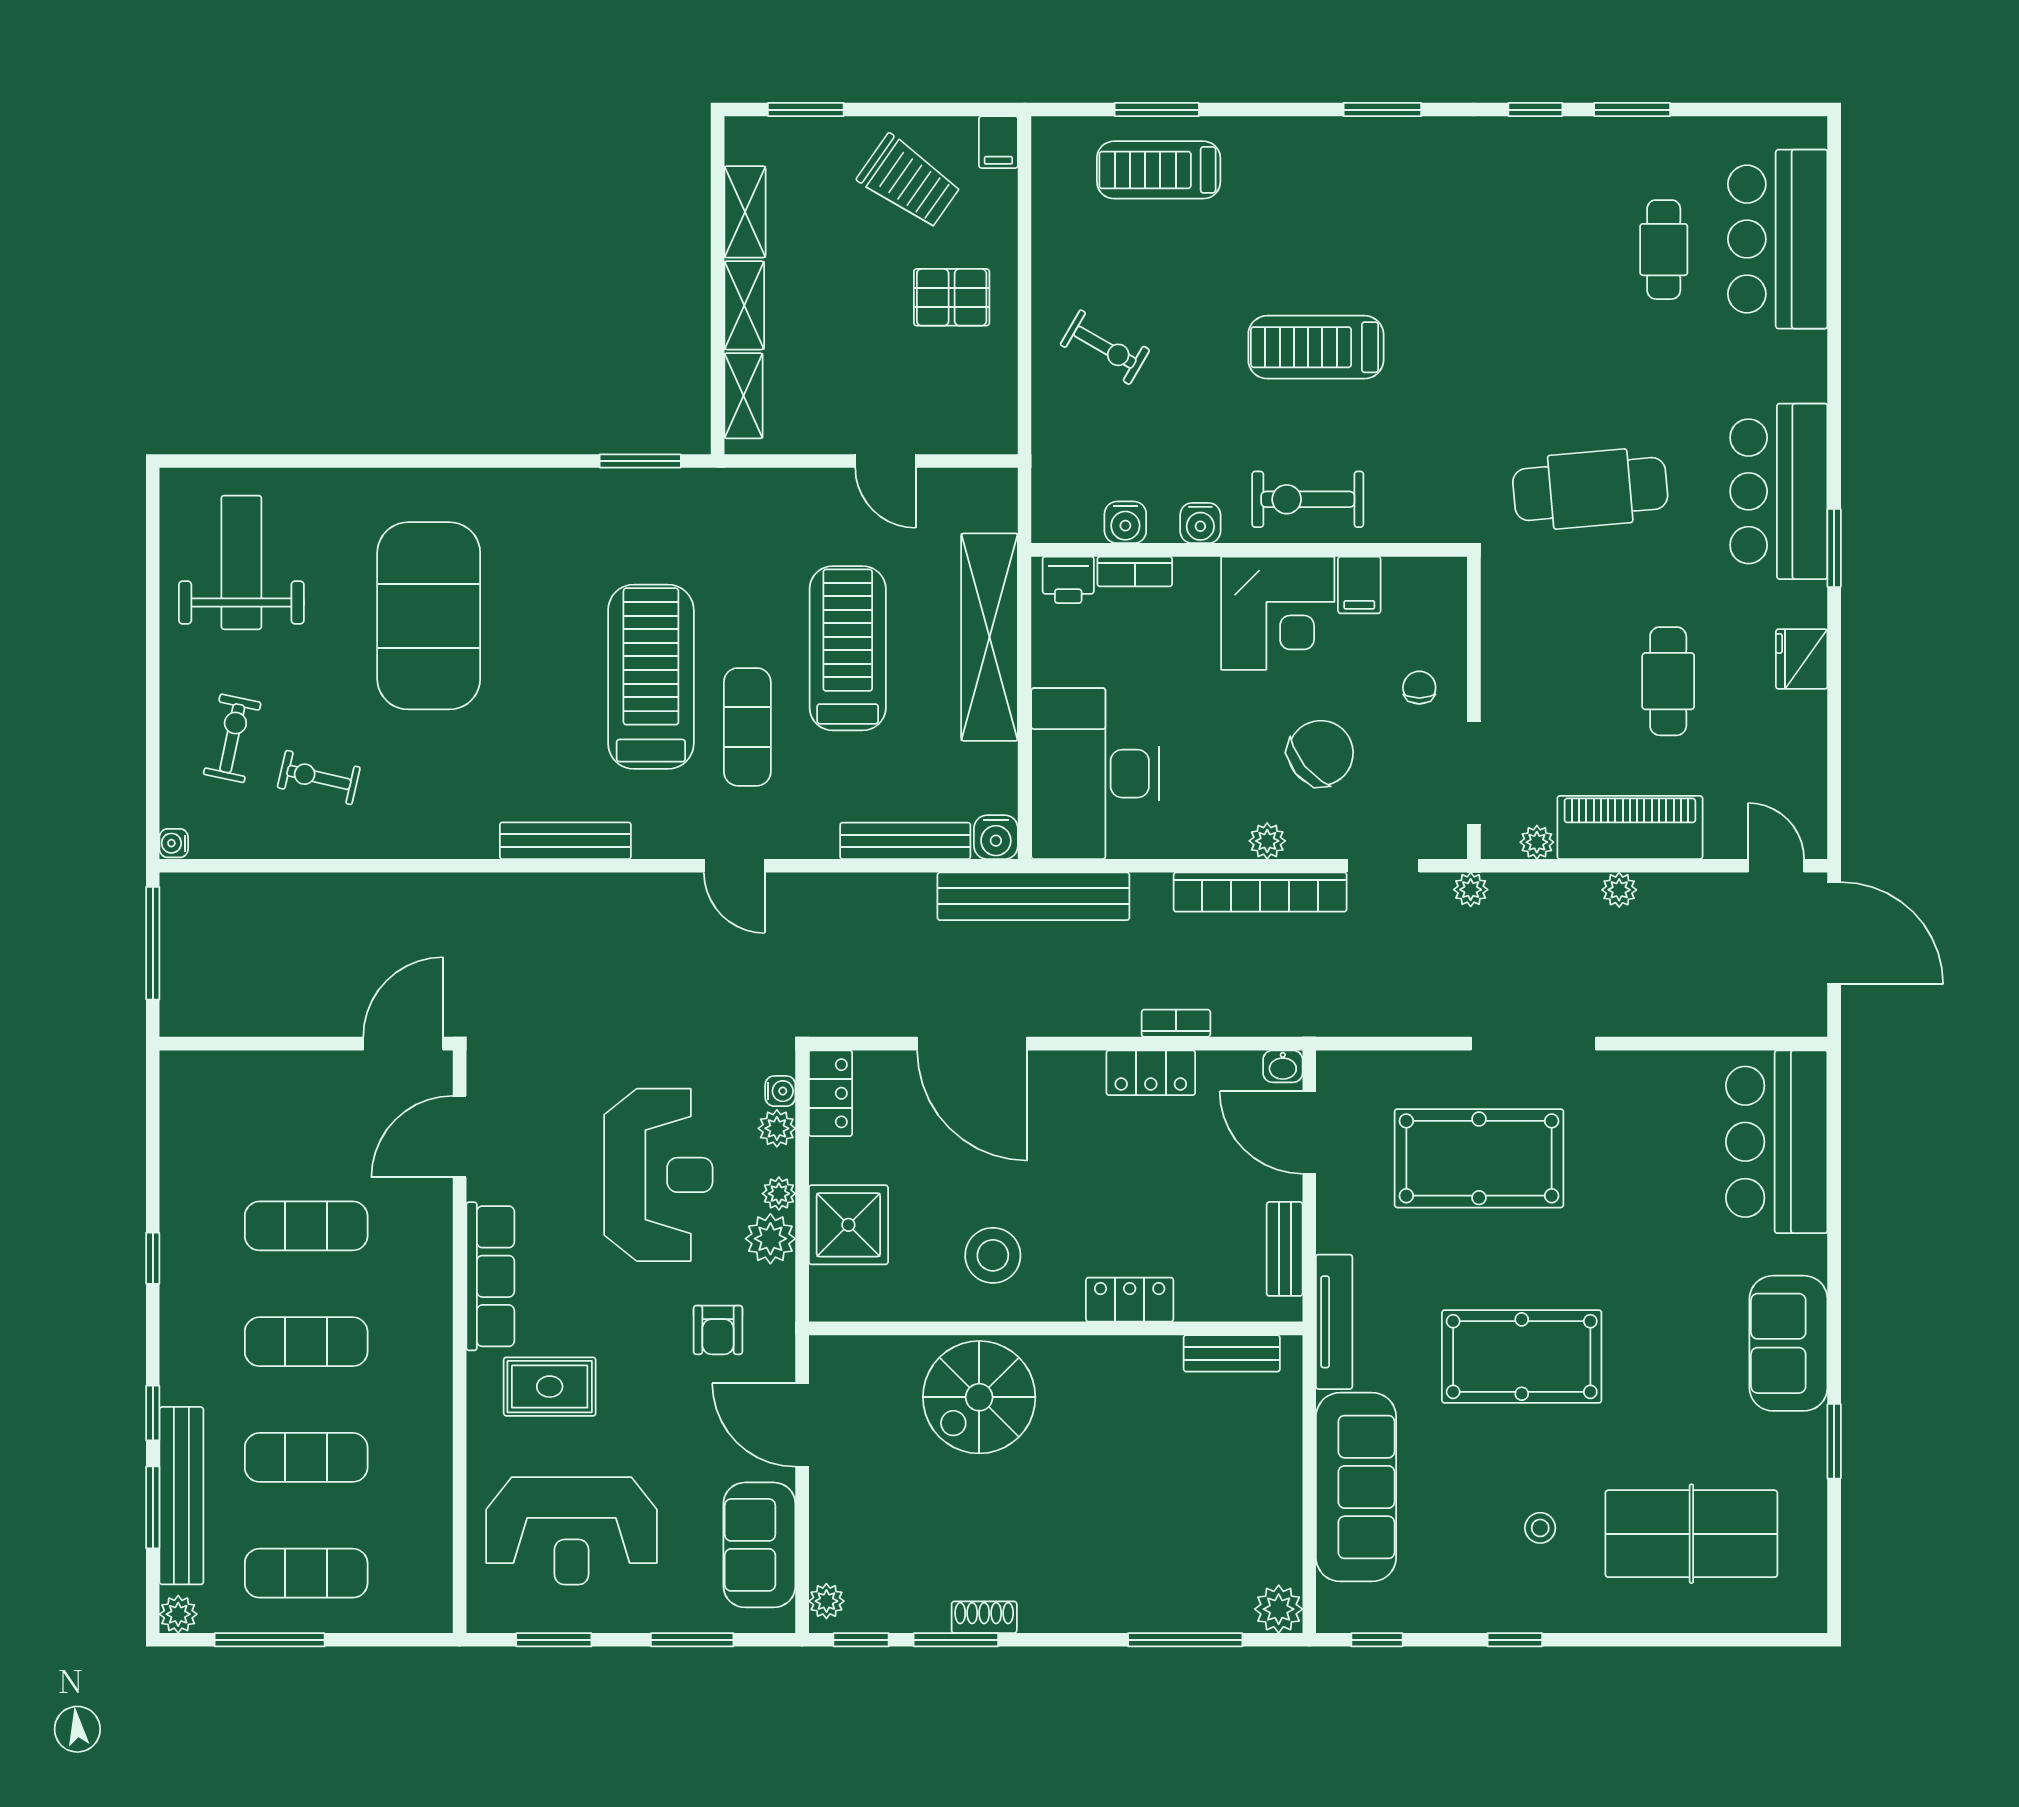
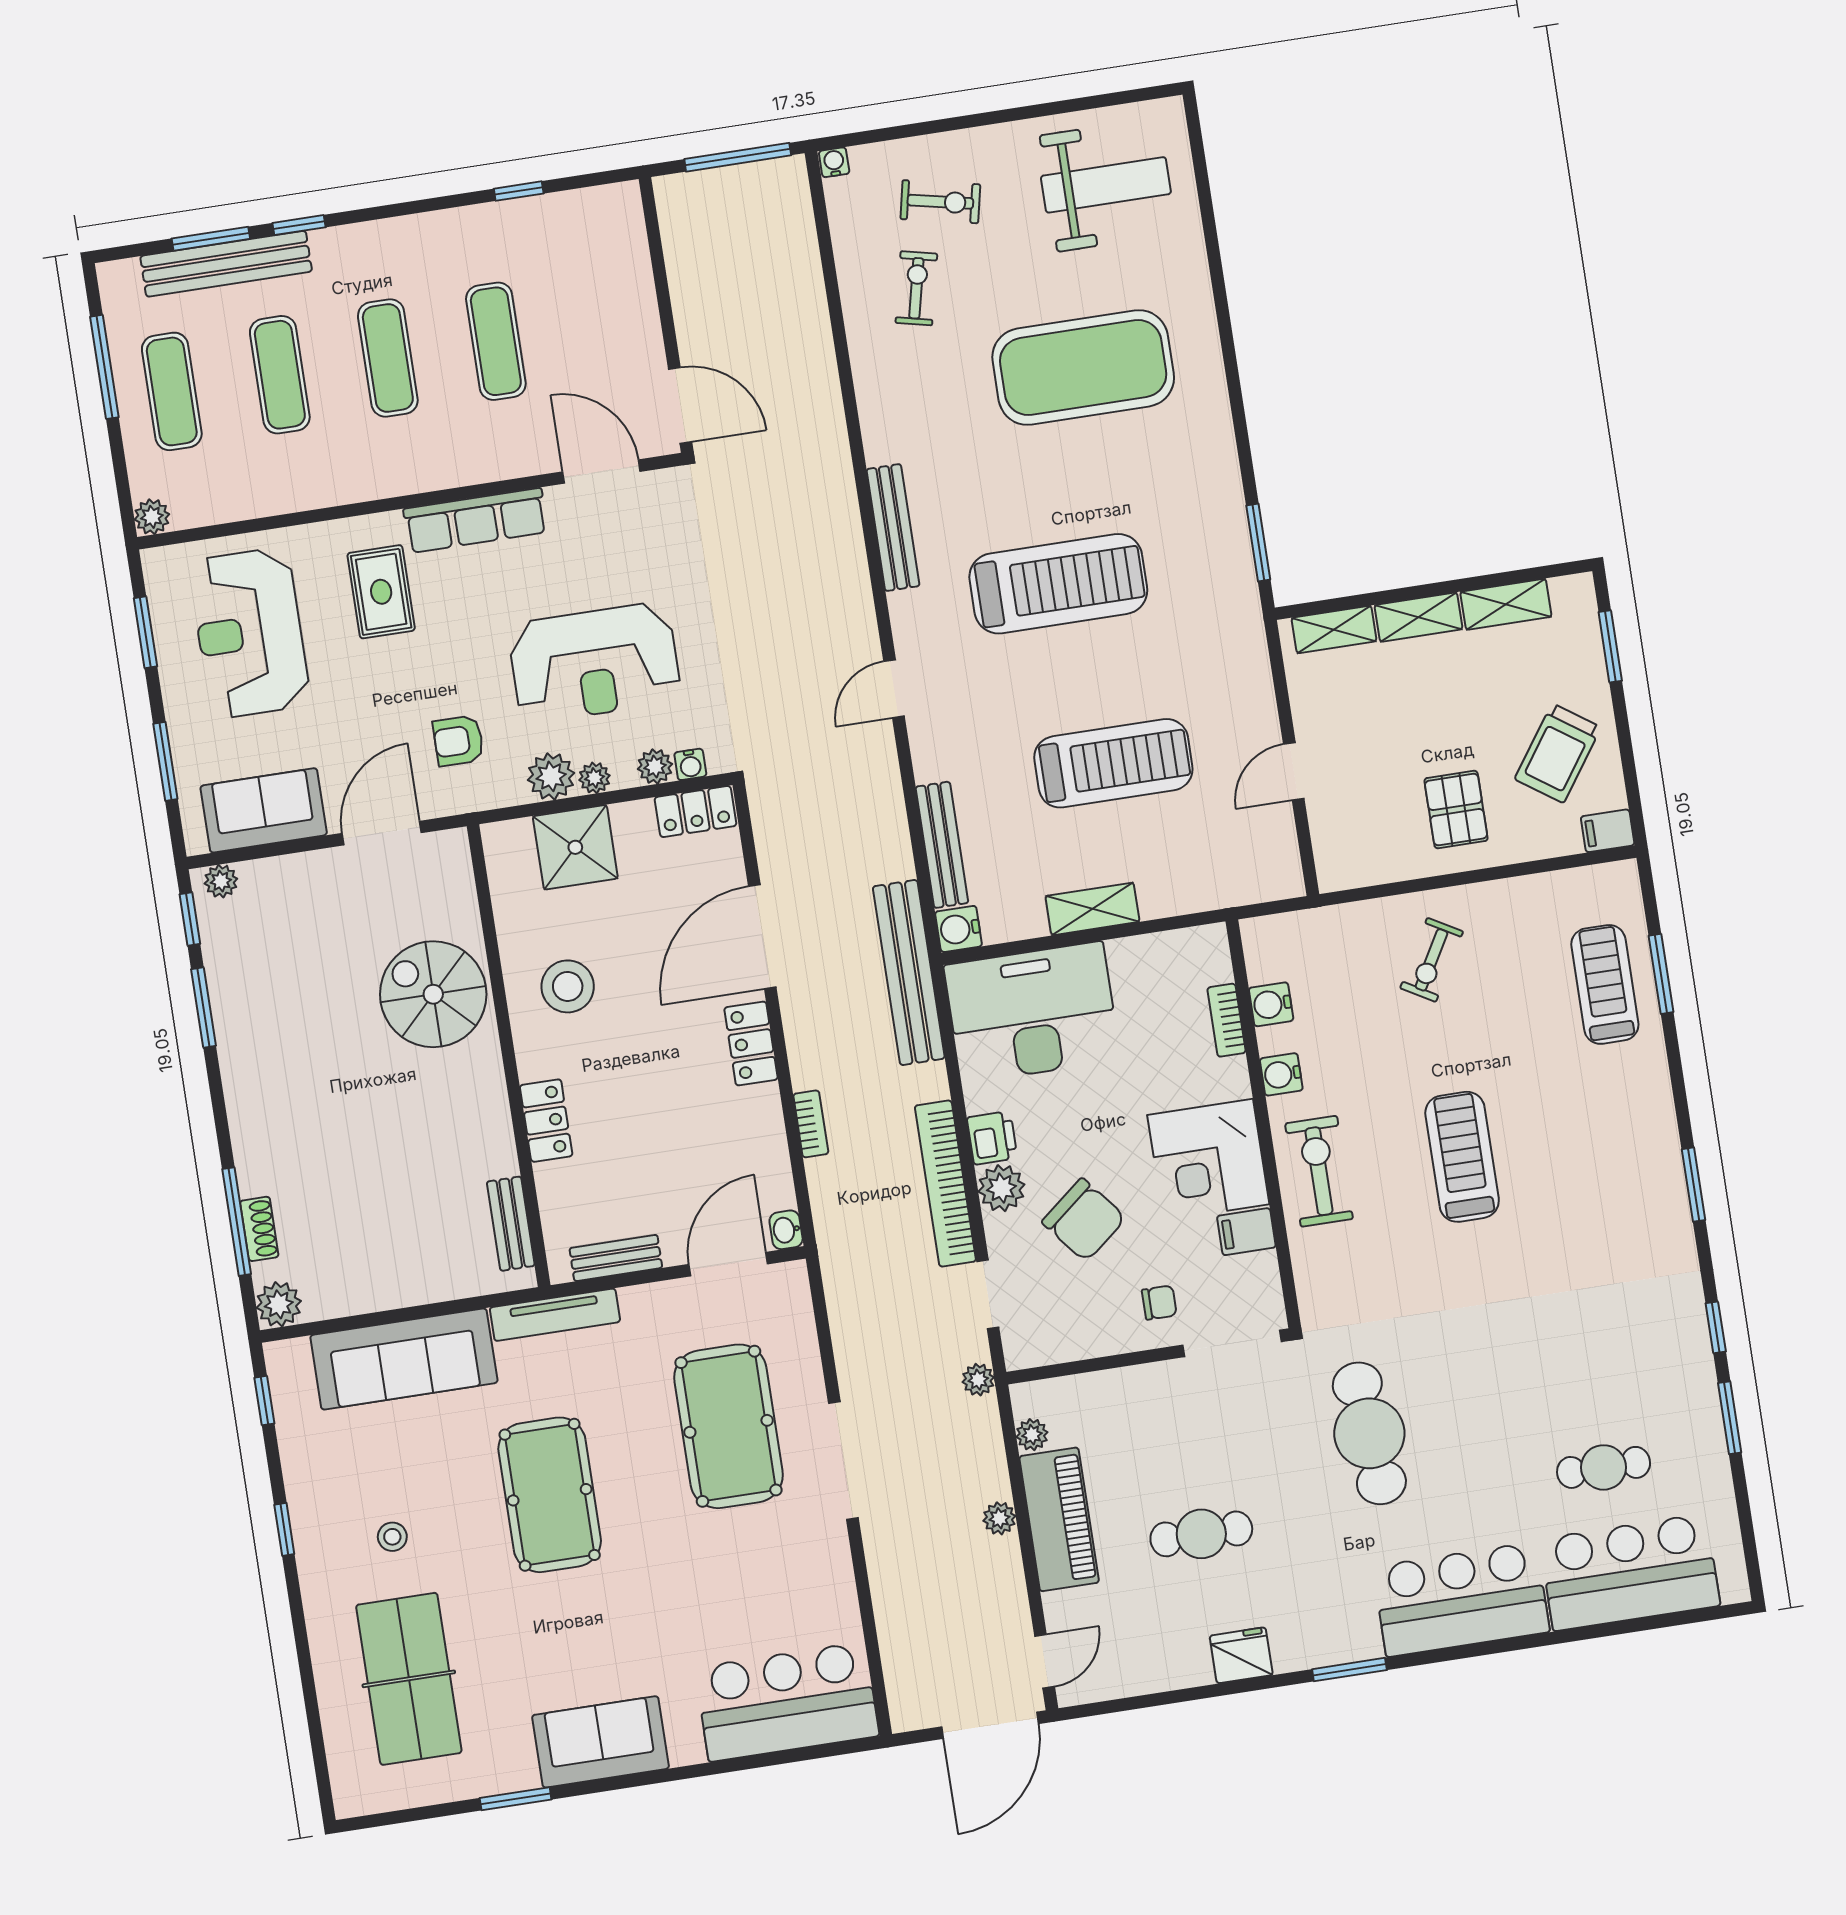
bar counter: (1779, 491) -> (1461, 1599), moved
printer: (1068, 580) -> (992, 1138), moved, turned 180
shelving: (990, 637) -> (1092, 909), width x0.45, depth x0.75
exercise mat: (747, 727) -> (1025, 681), removed
doorway: (1474, 773) -> (1232, 1343), moved
plant: (1267, 841) -> (1001, 1188), width x1.38, depth x1.38
locker: (1151, 1073) -> (751, 1043), moved
window: (153, 1258) -> (519, 191), moved
plant: (178, 1614) -> (152, 517), moved
shoe rack: (984, 1617) -> (259, 1229), moved

